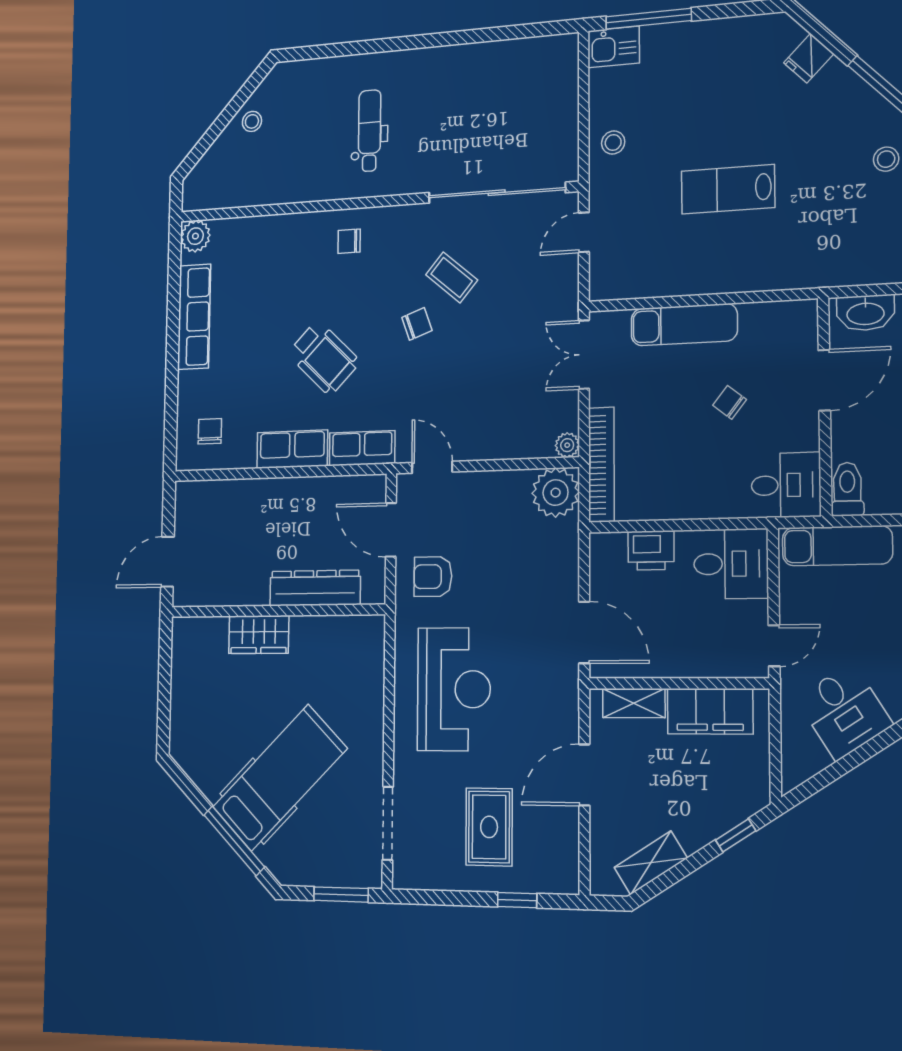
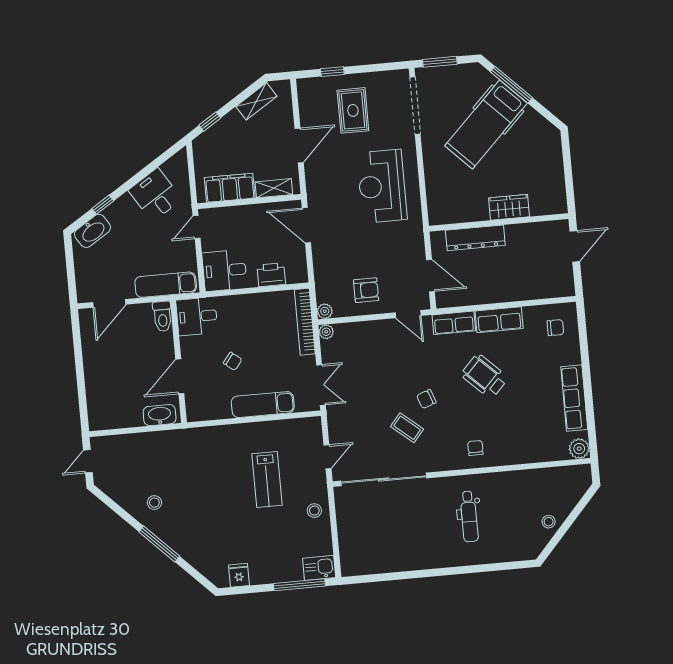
fridge: (809, 58) -> (239, 575), moved, turned -45
lab bench: (728, 189) -> (267, 480), moved, turned 90
chair: (349, 241) -> (475, 448), turned -90
chair: (210, 431) -> (555, 328), turned -90
plant: (556, 493) -> (325, 311), width x0.53, depth x0.53
armchair: (433, 577) -> (366, 290), moved
doorway: (388, 823) -> (415, 106), width x1.36

